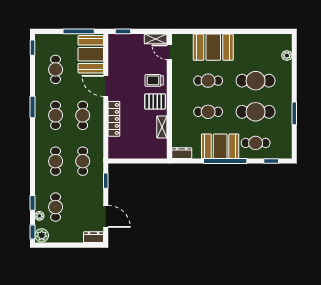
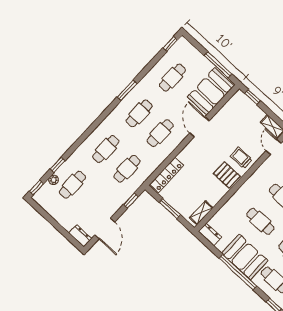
locker: (114, 119) -> (167, 175), moved
shelving: (162, 127) -> (201, 213), moved
window: (138, 161) -> (170, 209), added
plant: (42, 235) -> (41, 197), removed

